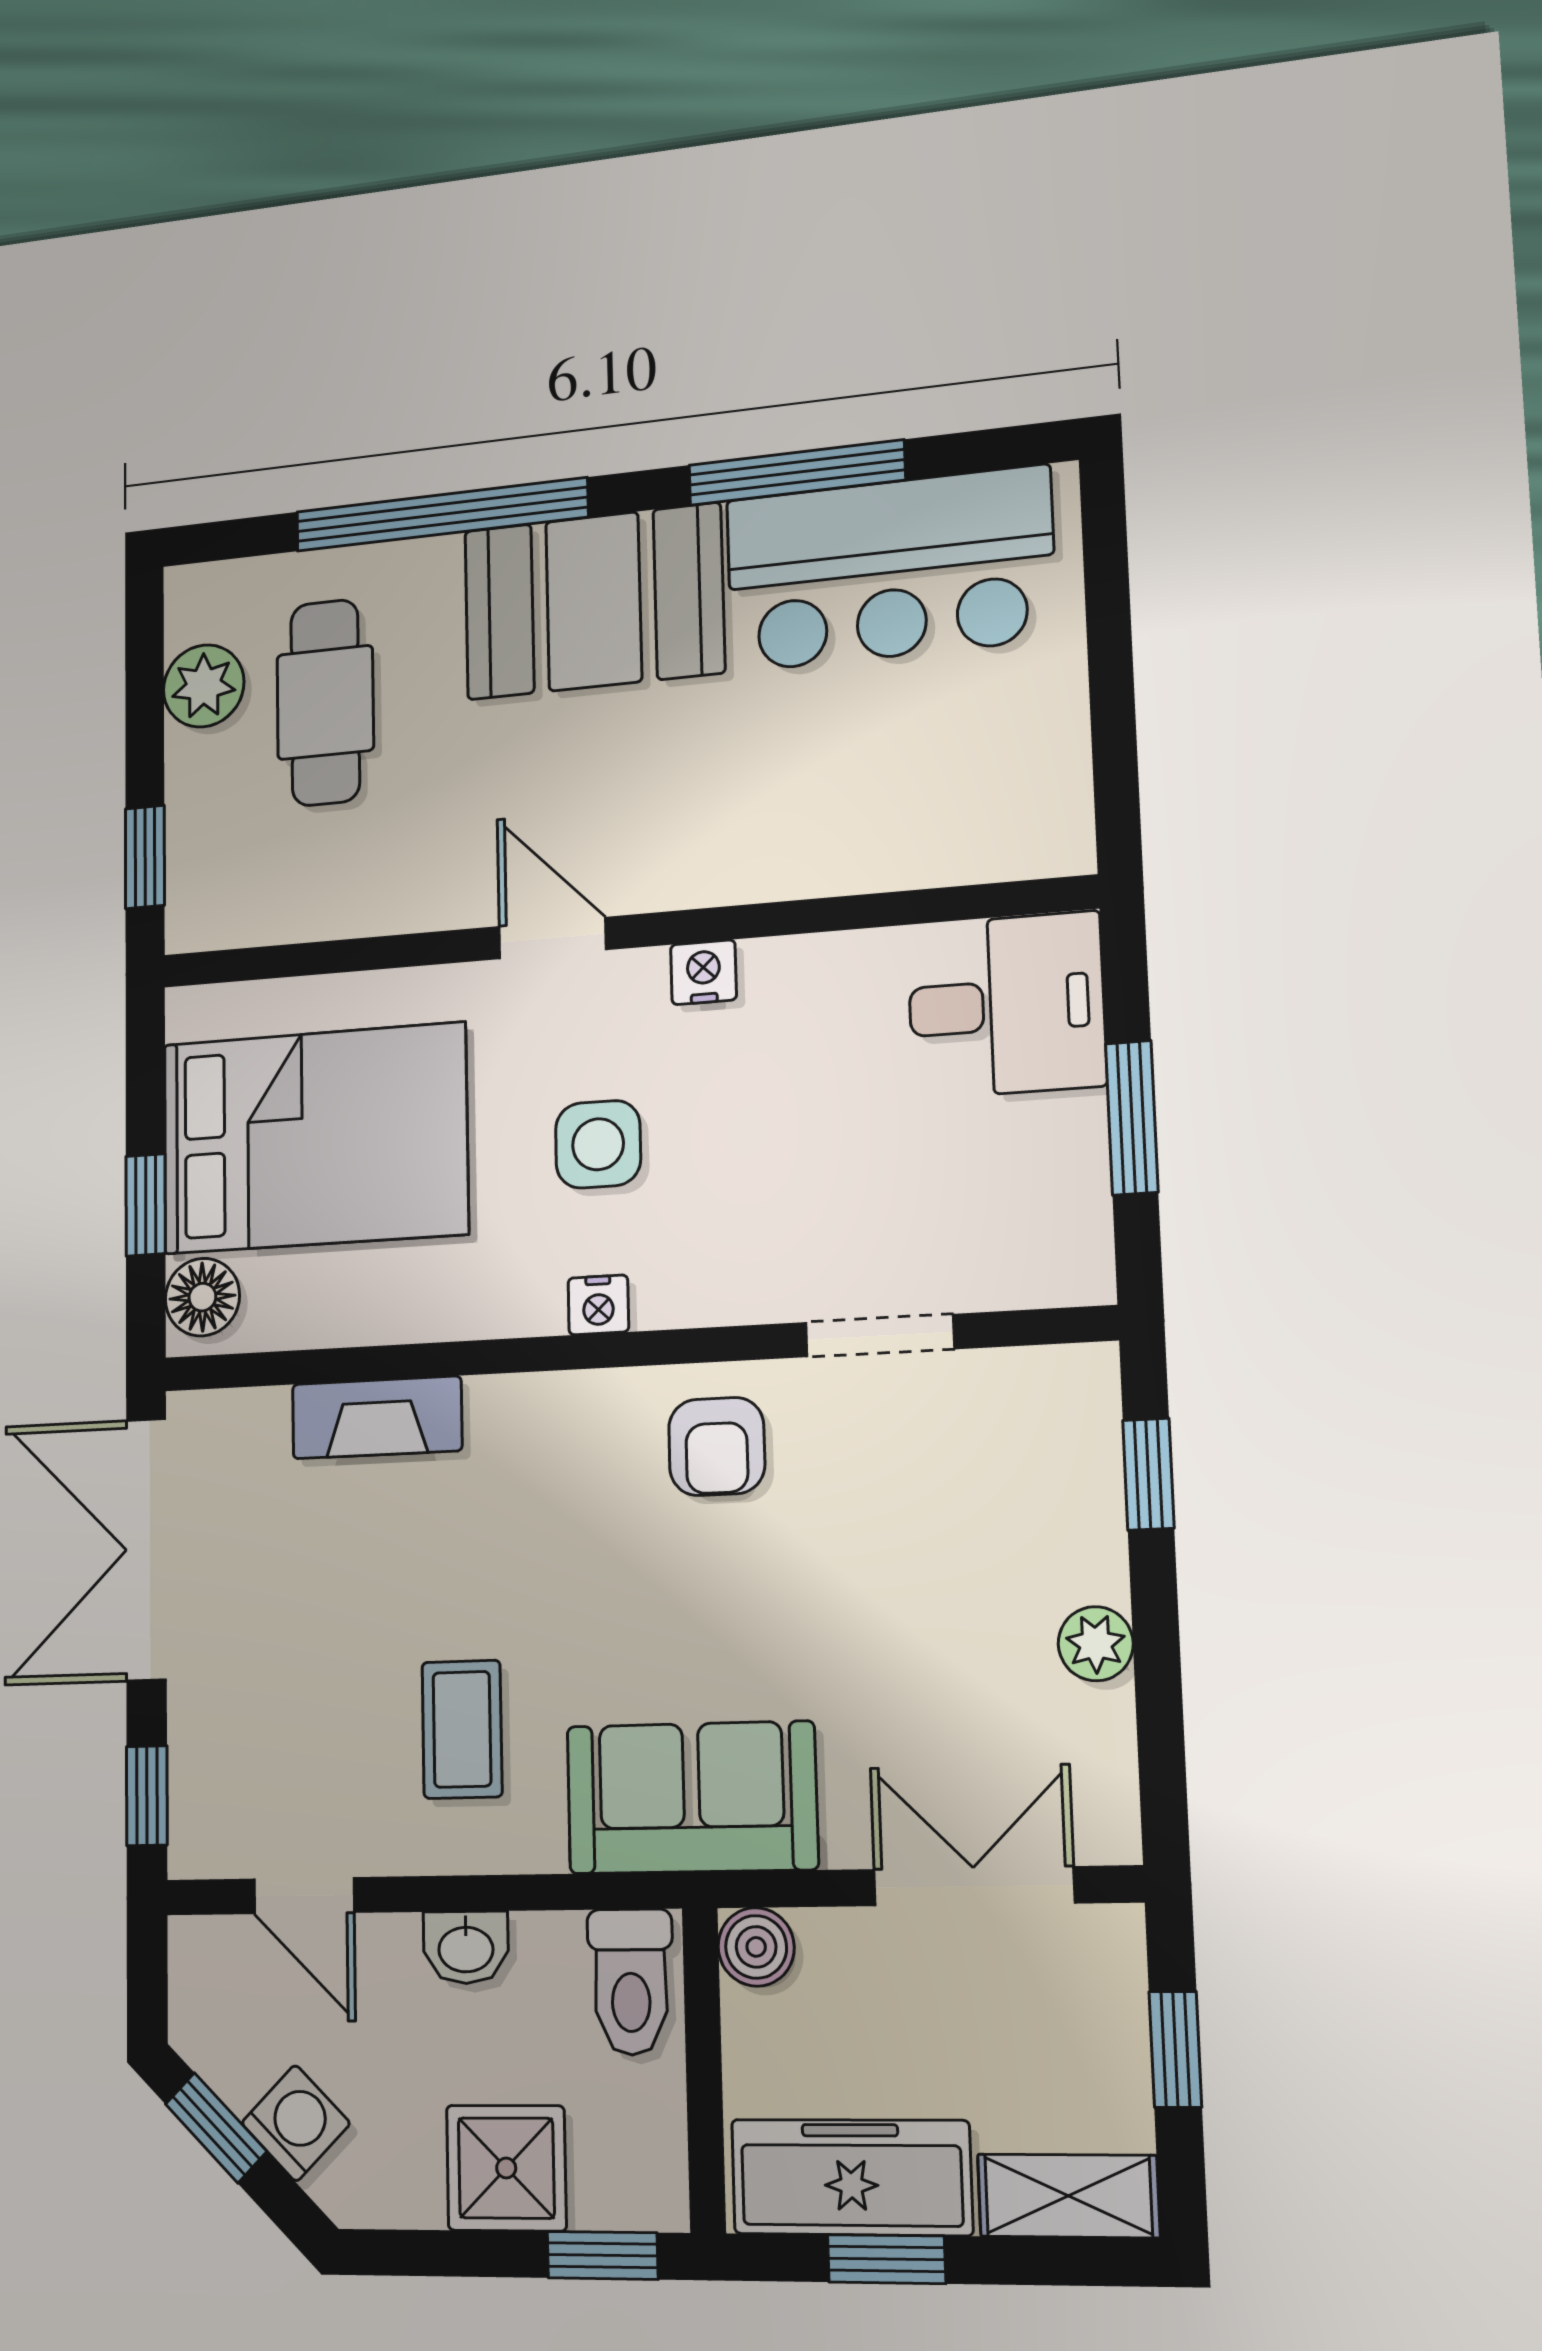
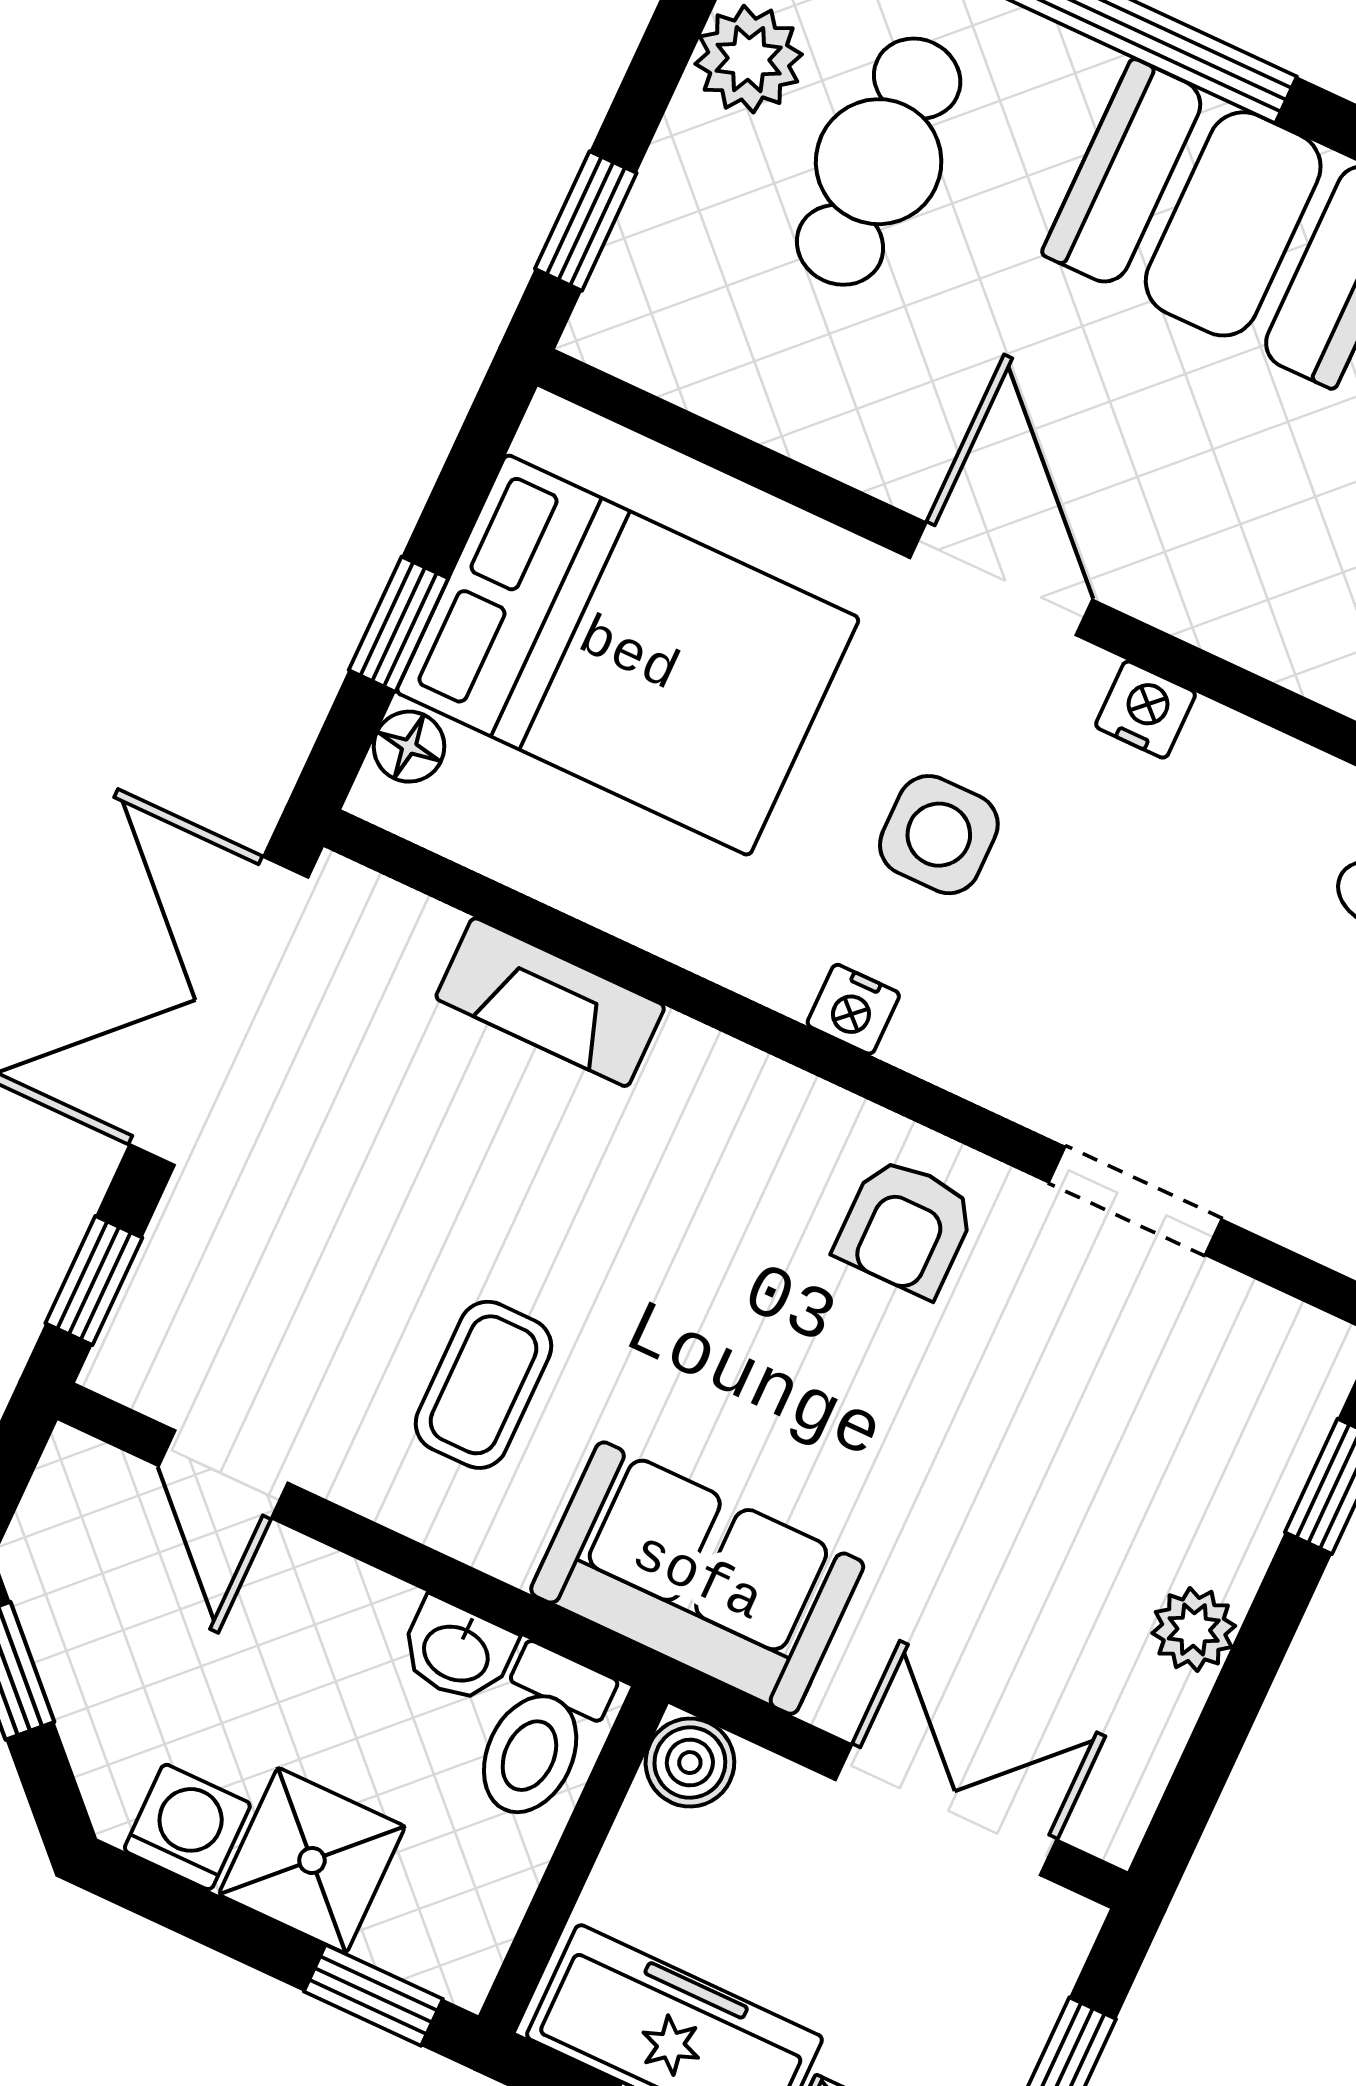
door: (553, 938) -> (1001, 579), width x1.38
floor lamp: (202, 1297) -> (409, 747), width x0.73, depth x0.73
washbasin: (466, 1947) -> (457, 1651), moved
washing machine: (296, 2123) -> (187, 1827), moved, turned -45

